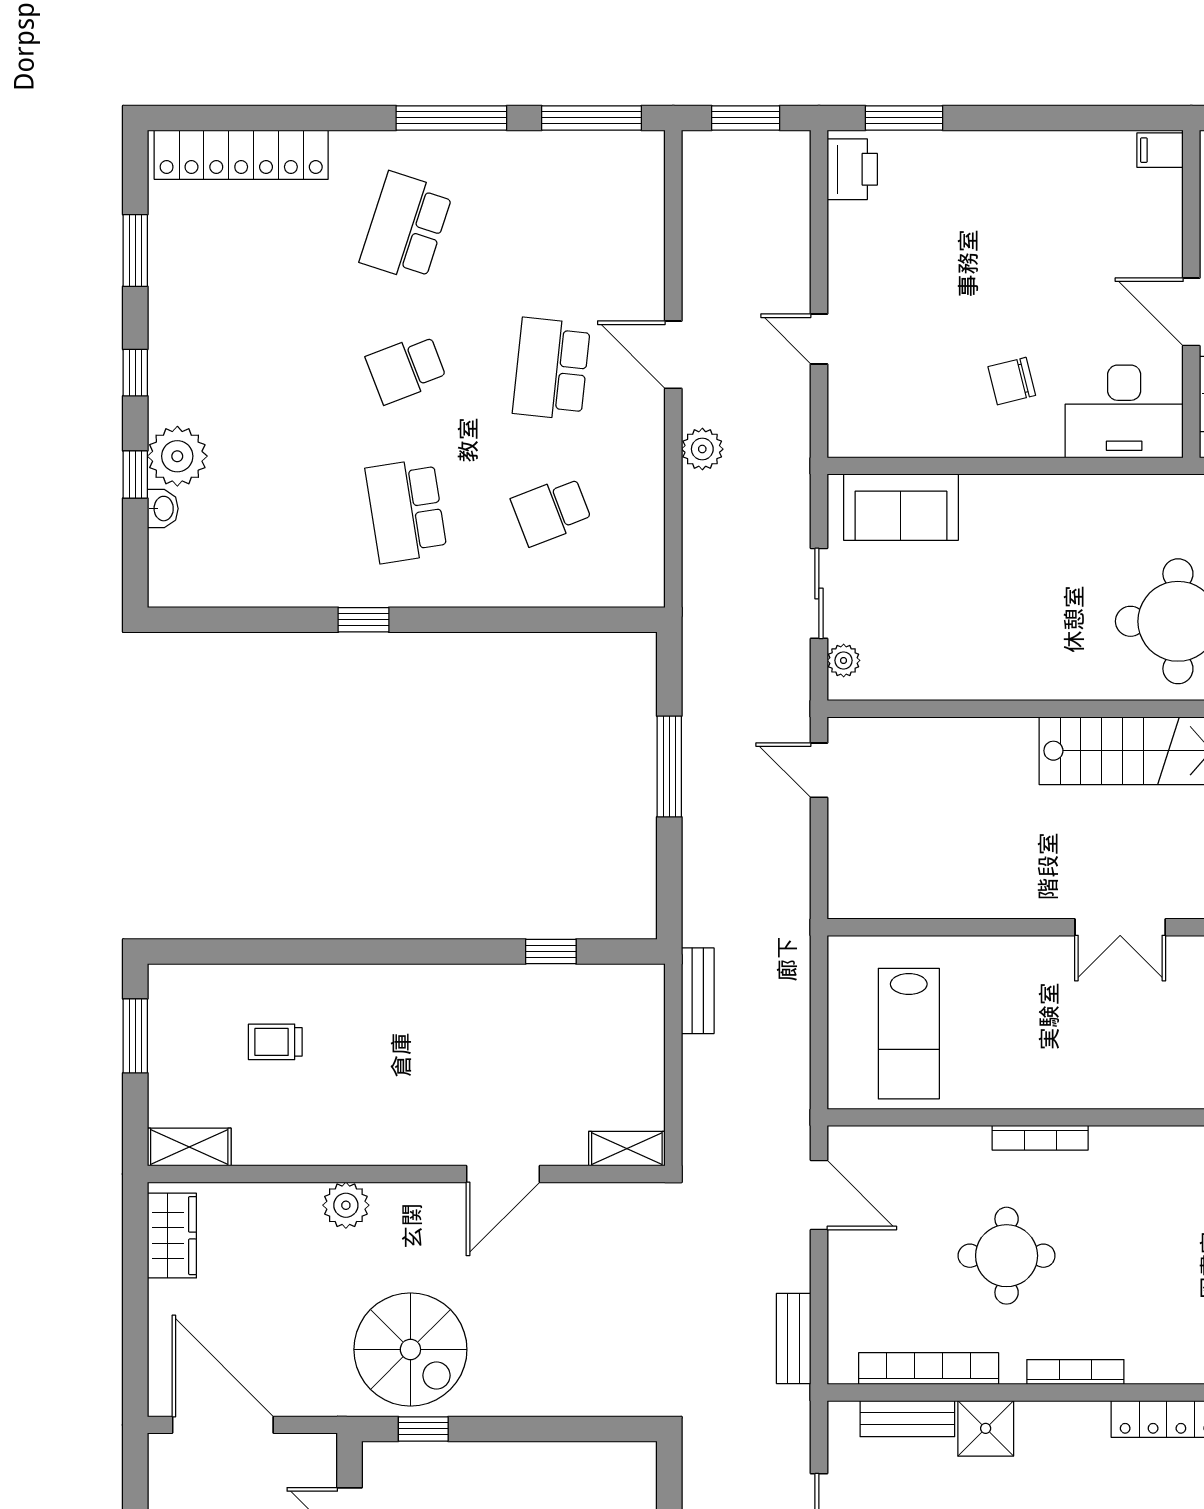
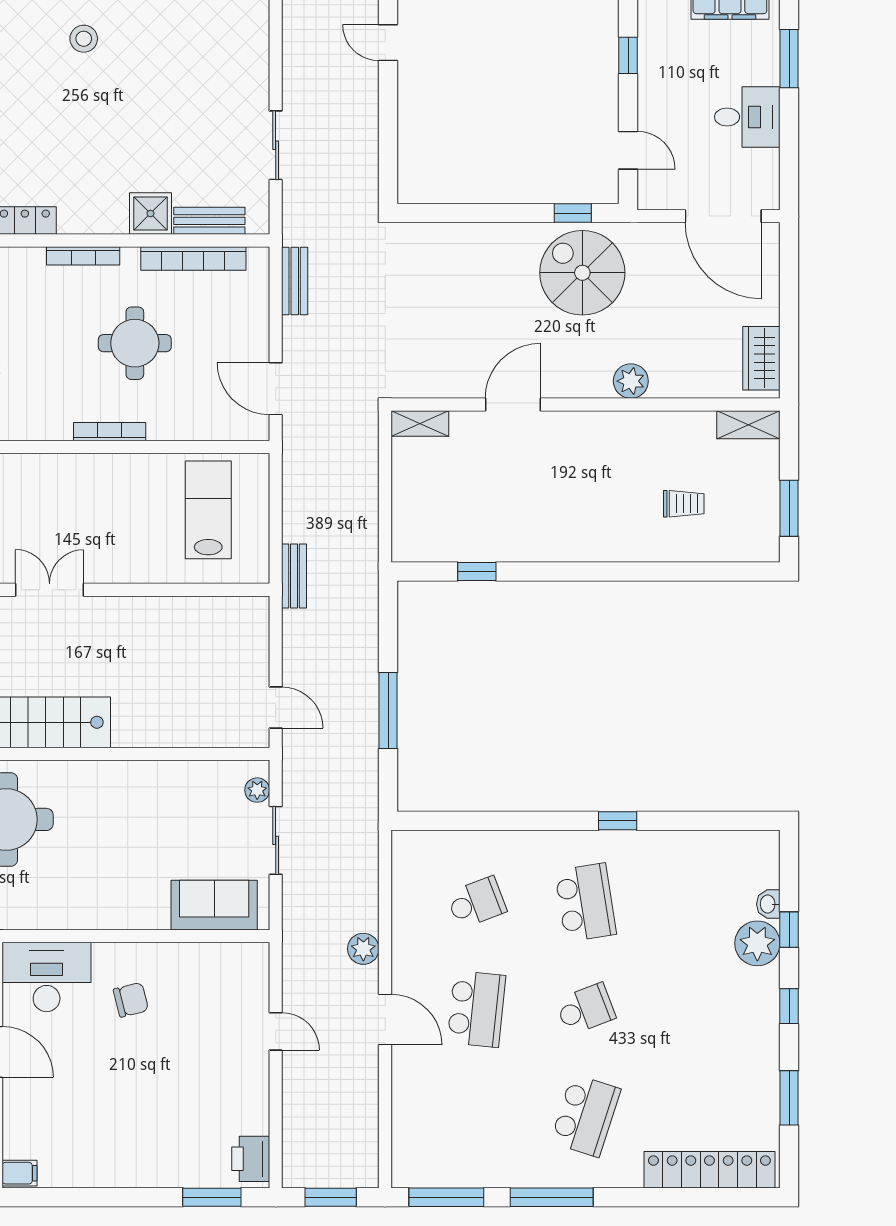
bench: (698, 991) -> (294, 576), moved

